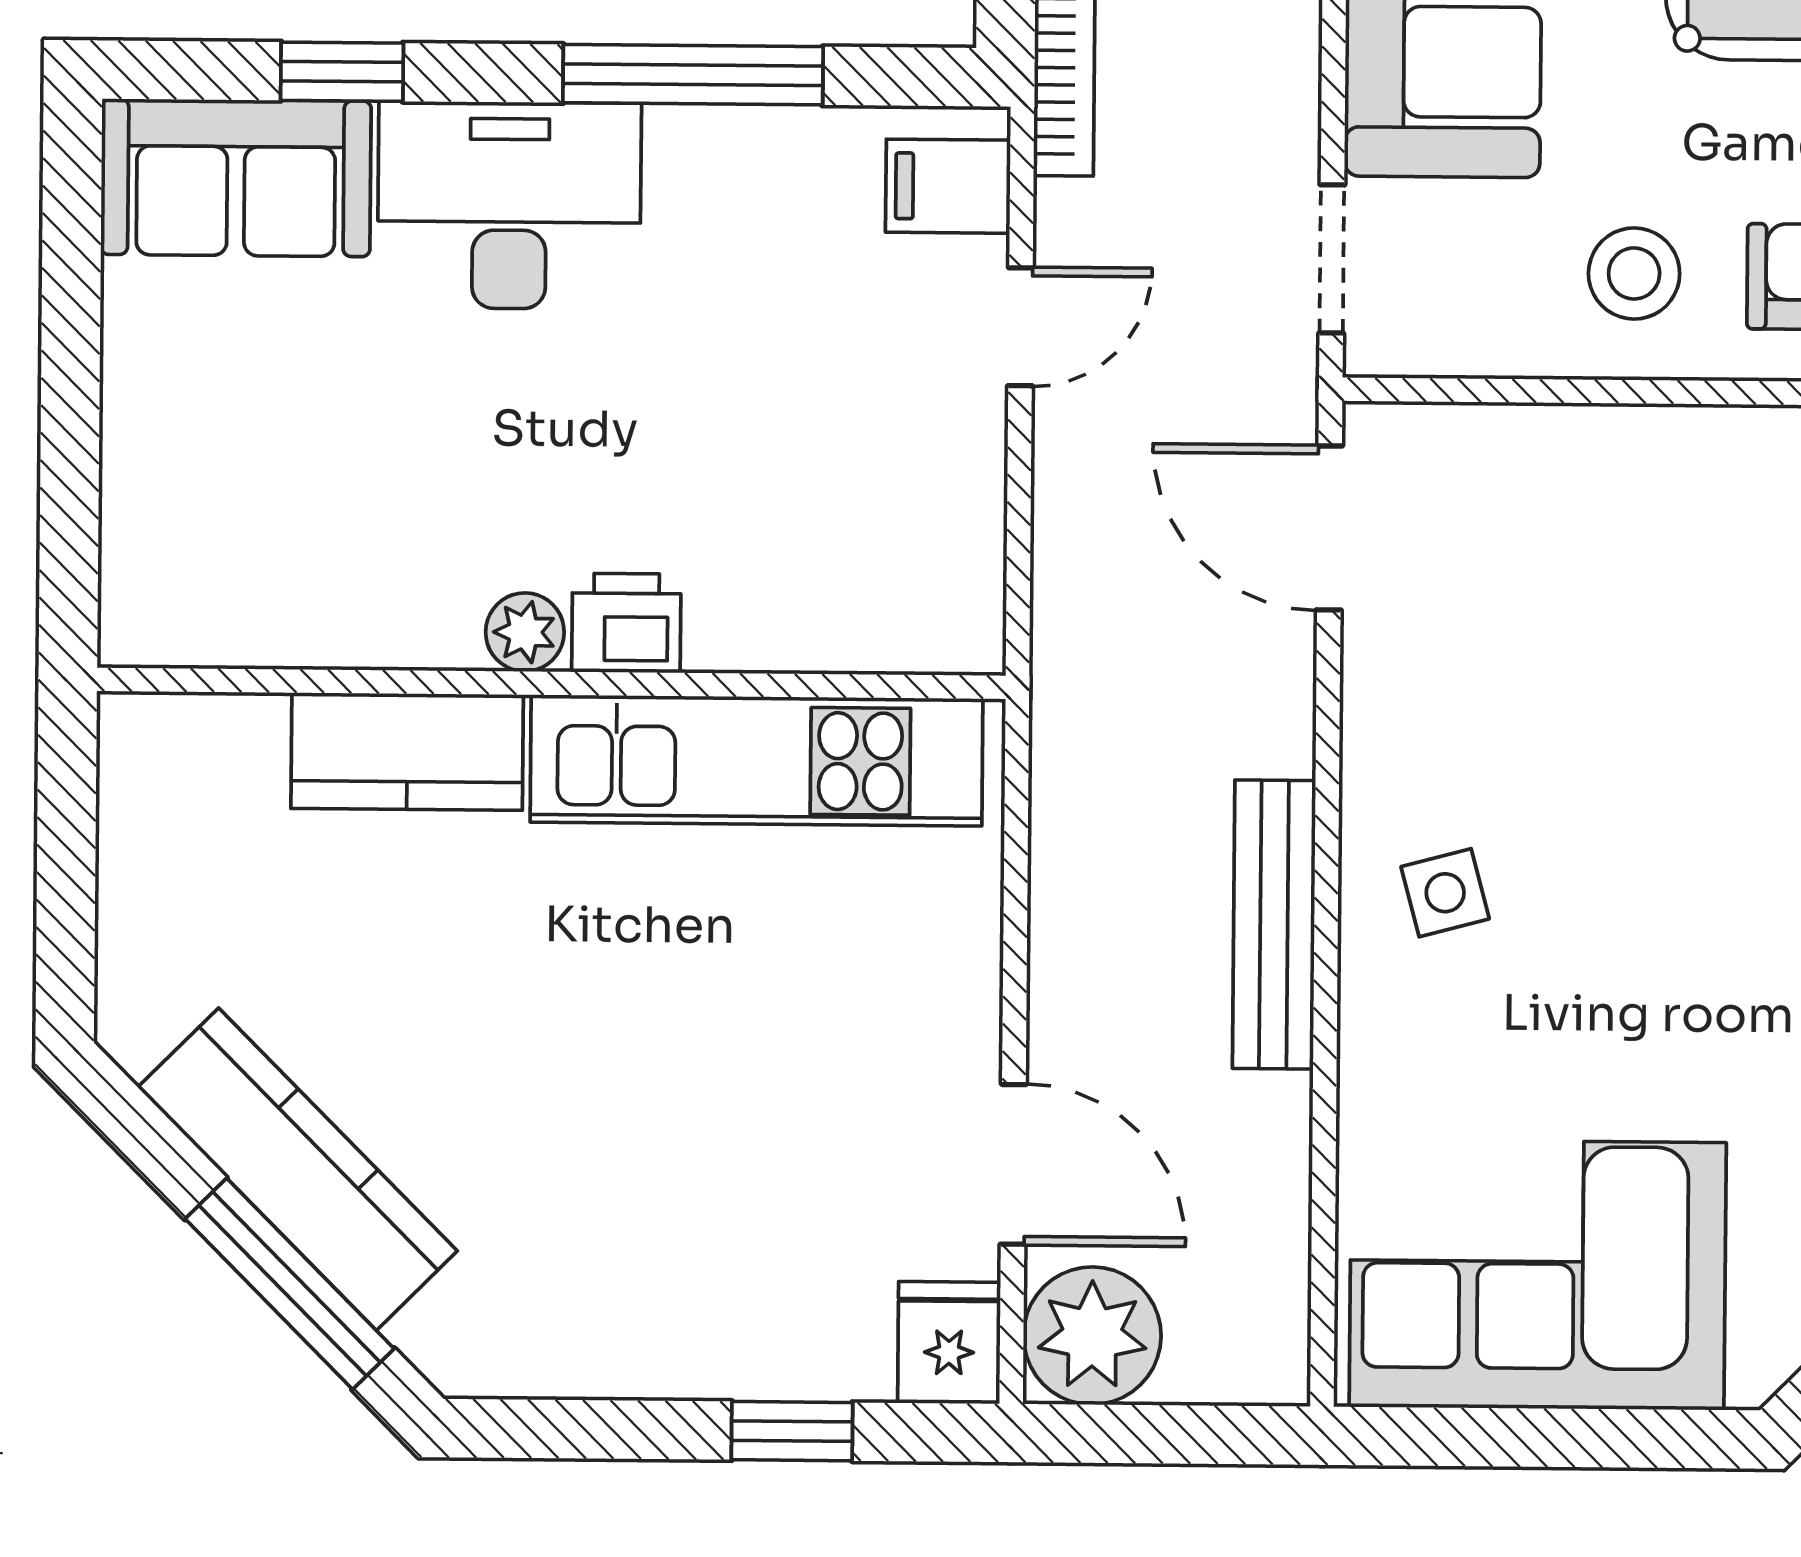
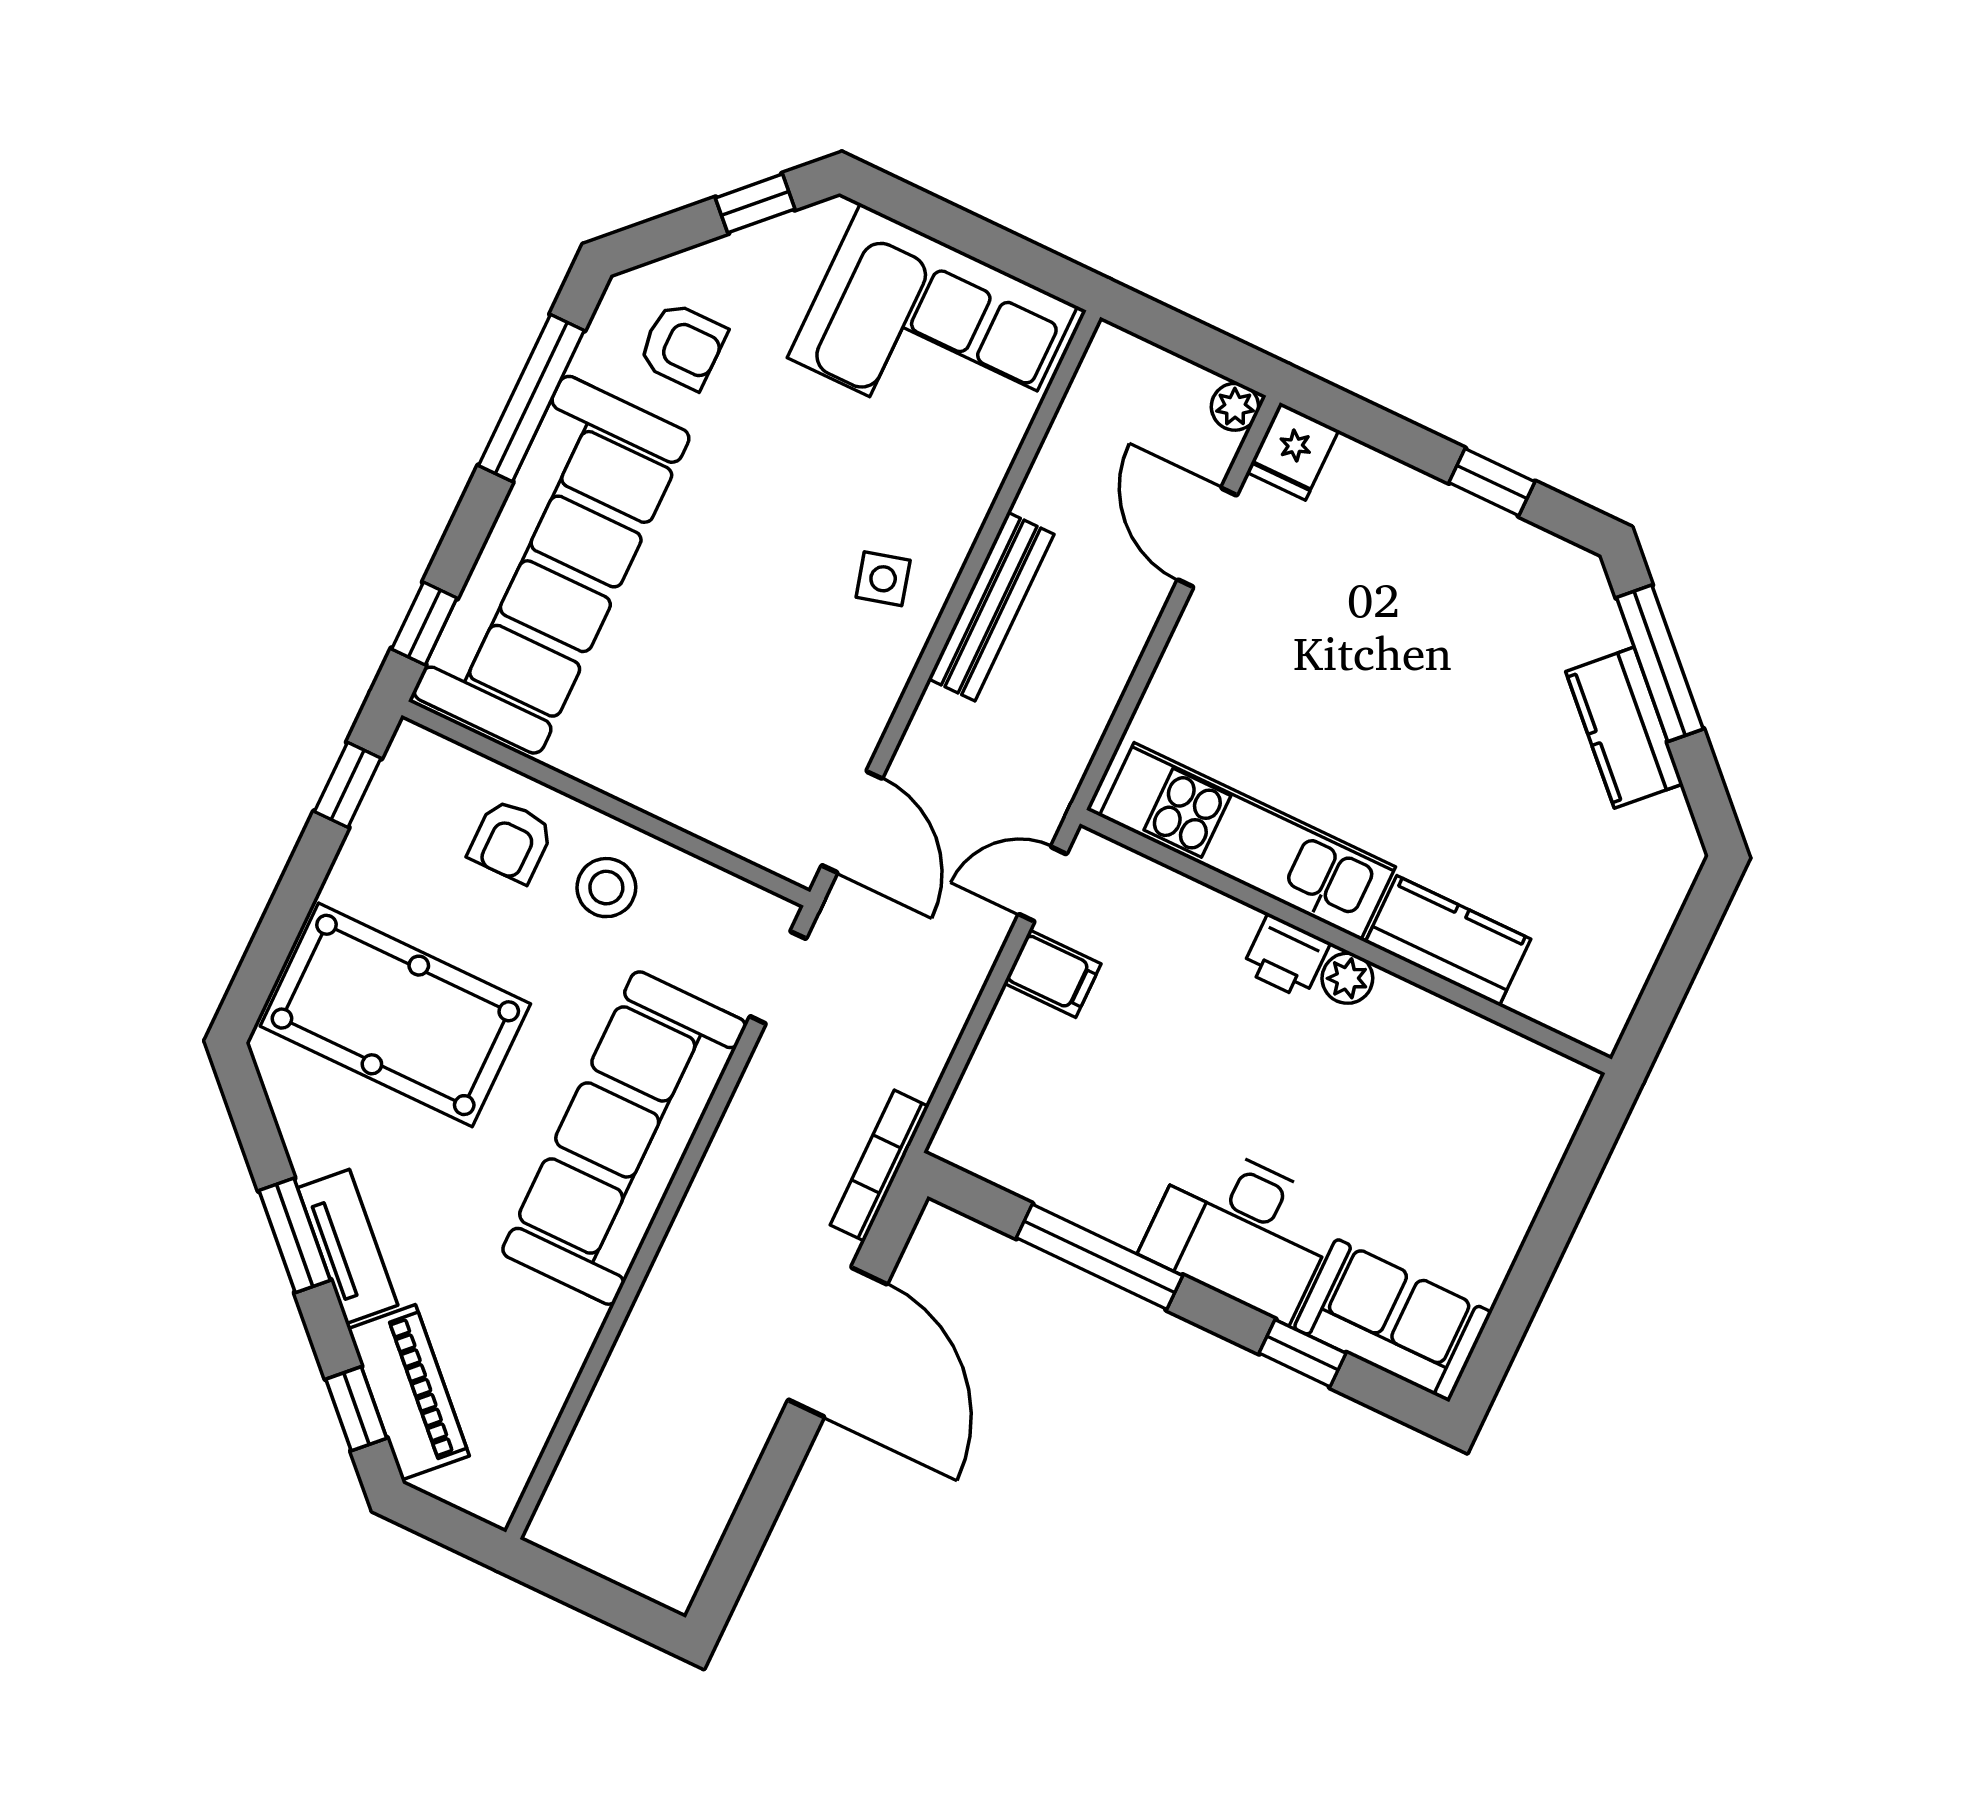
filing cabinet: (948, 186) -> (1052, 974), moved
door: (1020, 327) -> (1043, 884), moved
kitchen counter: (297, 1169) -> (1624, 728), width x0.67
plant: (1092, 1336) -> (1235, 407), width x0.53, depth x0.53
window: (792, 1431) -> (1492, 482), moved

